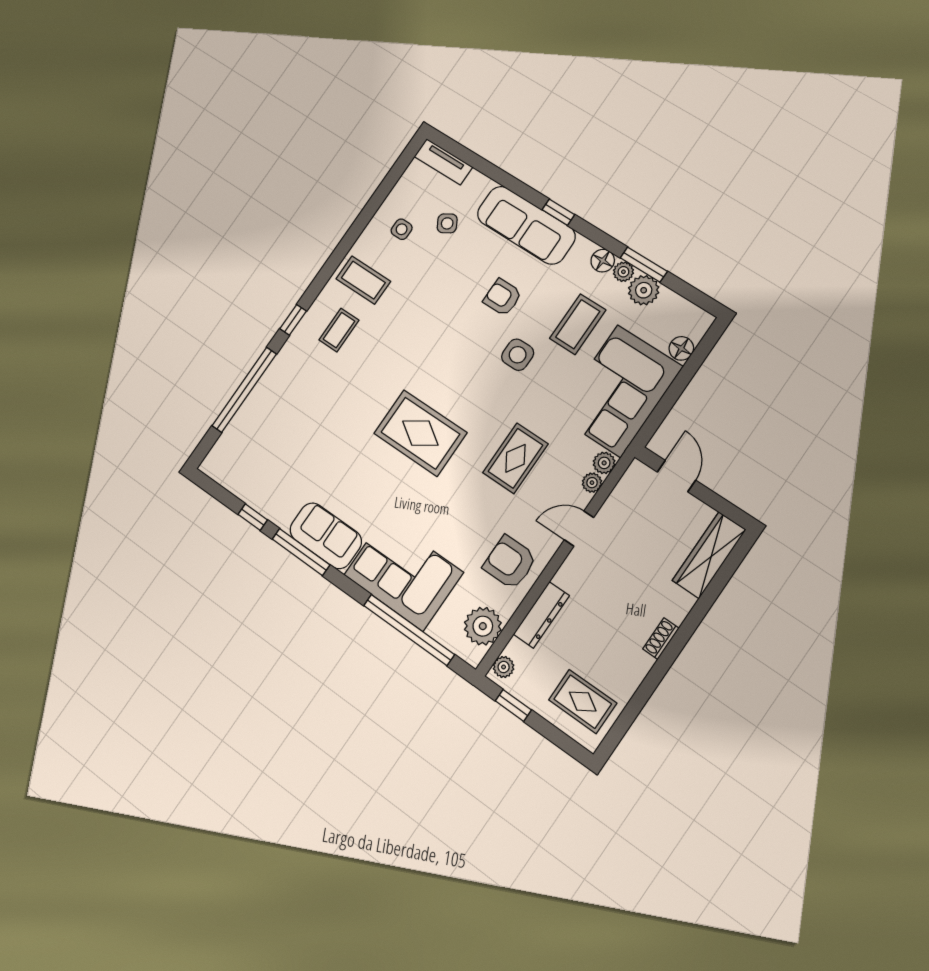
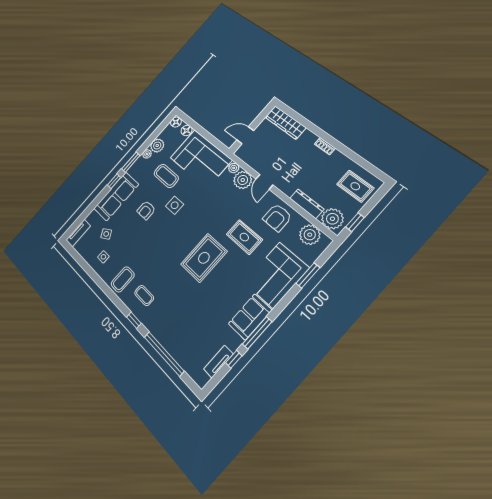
floor lamp: (603, 261) -> (176, 122), moved
window: (644, 265) -> (131, 162), moved
rug: (515, 458) -> (244, 237), moved
plant: (592, 483) -> (243, 180), width x1.88, depth x1.88
tv unit: (245, 491) -> (218, 362), added
window: (409, 630) -> (308, 275), width x0.47
plant: (504, 667) -> (332, 219), width x1.88, depth x1.88
rug: (583, 702) -> (355, 186), turned 90

